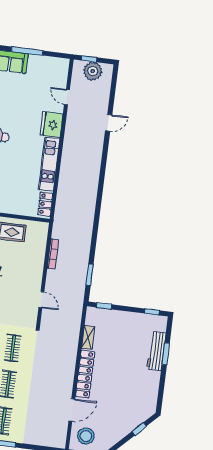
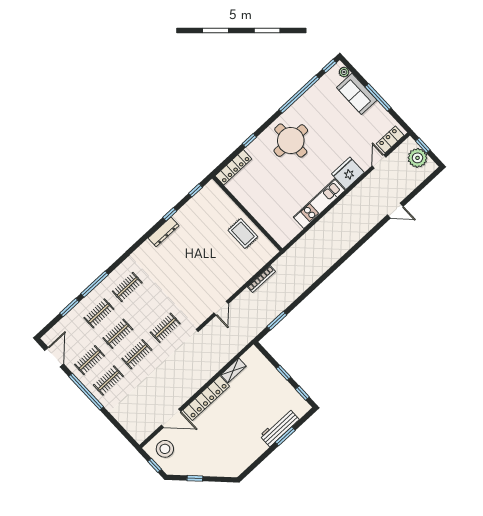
locker: (45, 204) -> (390, 139), moved
window: (104, 306) -> (283, 373), moved
window: (139, 429) -> (195, 478), moved

